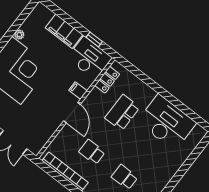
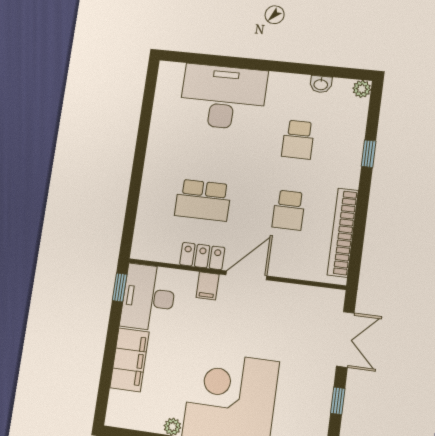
window: (94, 39) -> (120, 287), moved
locker: (107, 80) -> (202, 256), moved
desk: (167, 122) -> (223, 97), moved, turned 90

